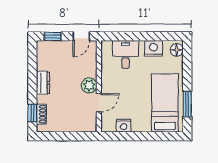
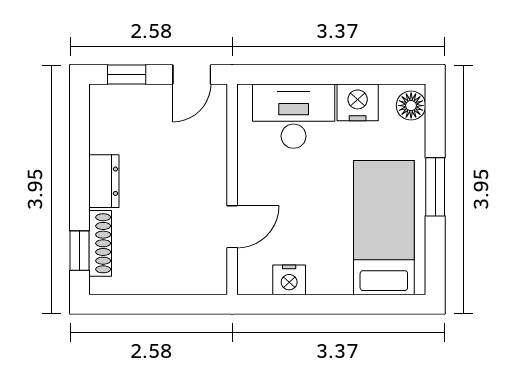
desk: (126, 54) -> (294, 116), width x1.37
plant: (89, 85) -> (210, 187), removed
window: (187, 104) -> (435, 187), moved
shoe rack: (41, 114) -> (100, 243), width x1.43

